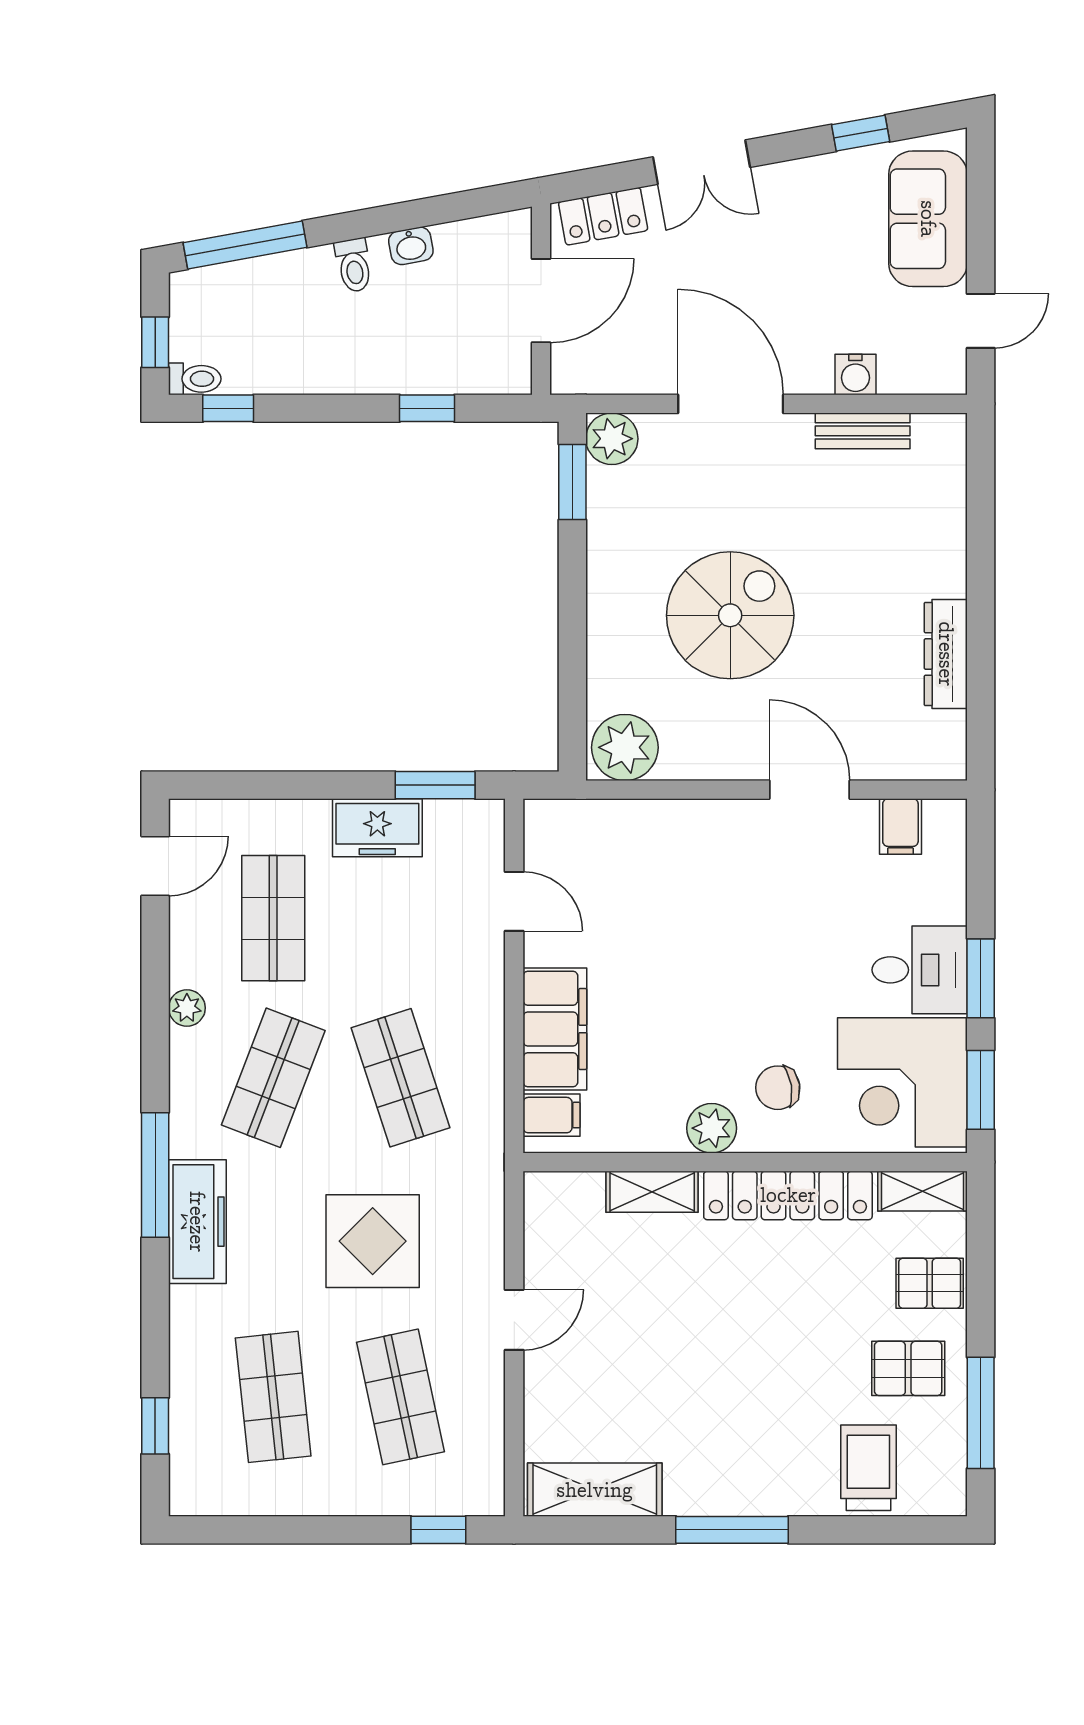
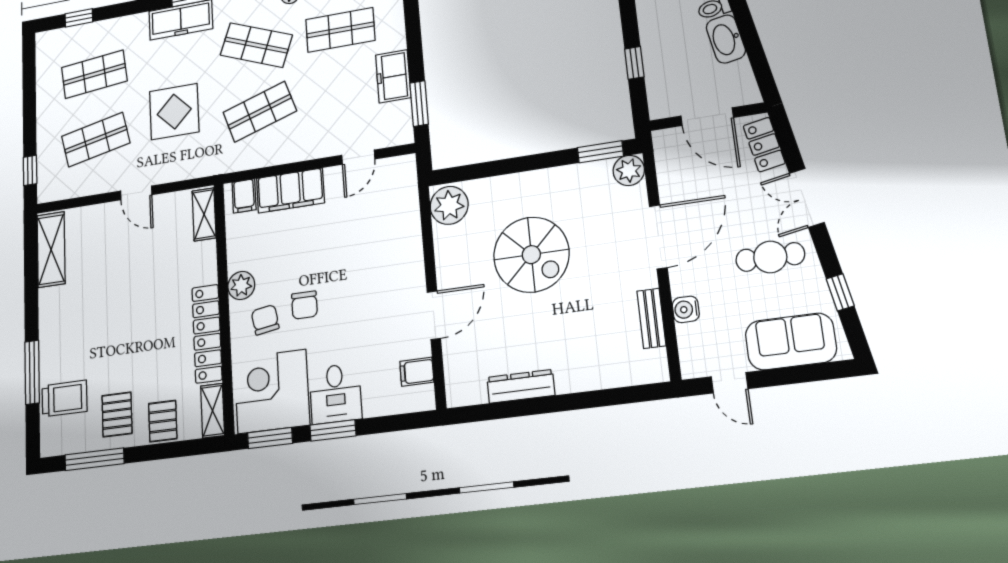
cafe table: (789, 232) -> (770, 257), added
washbasin: (411, 246) -> (726, 39), width x1.91, depth x1.45
chair: (761, 1015) -> (304, 305), added
shelving: (652, 1192) -> (204, 214), moved
window: (732, 1530) -> (32, 372), moved

